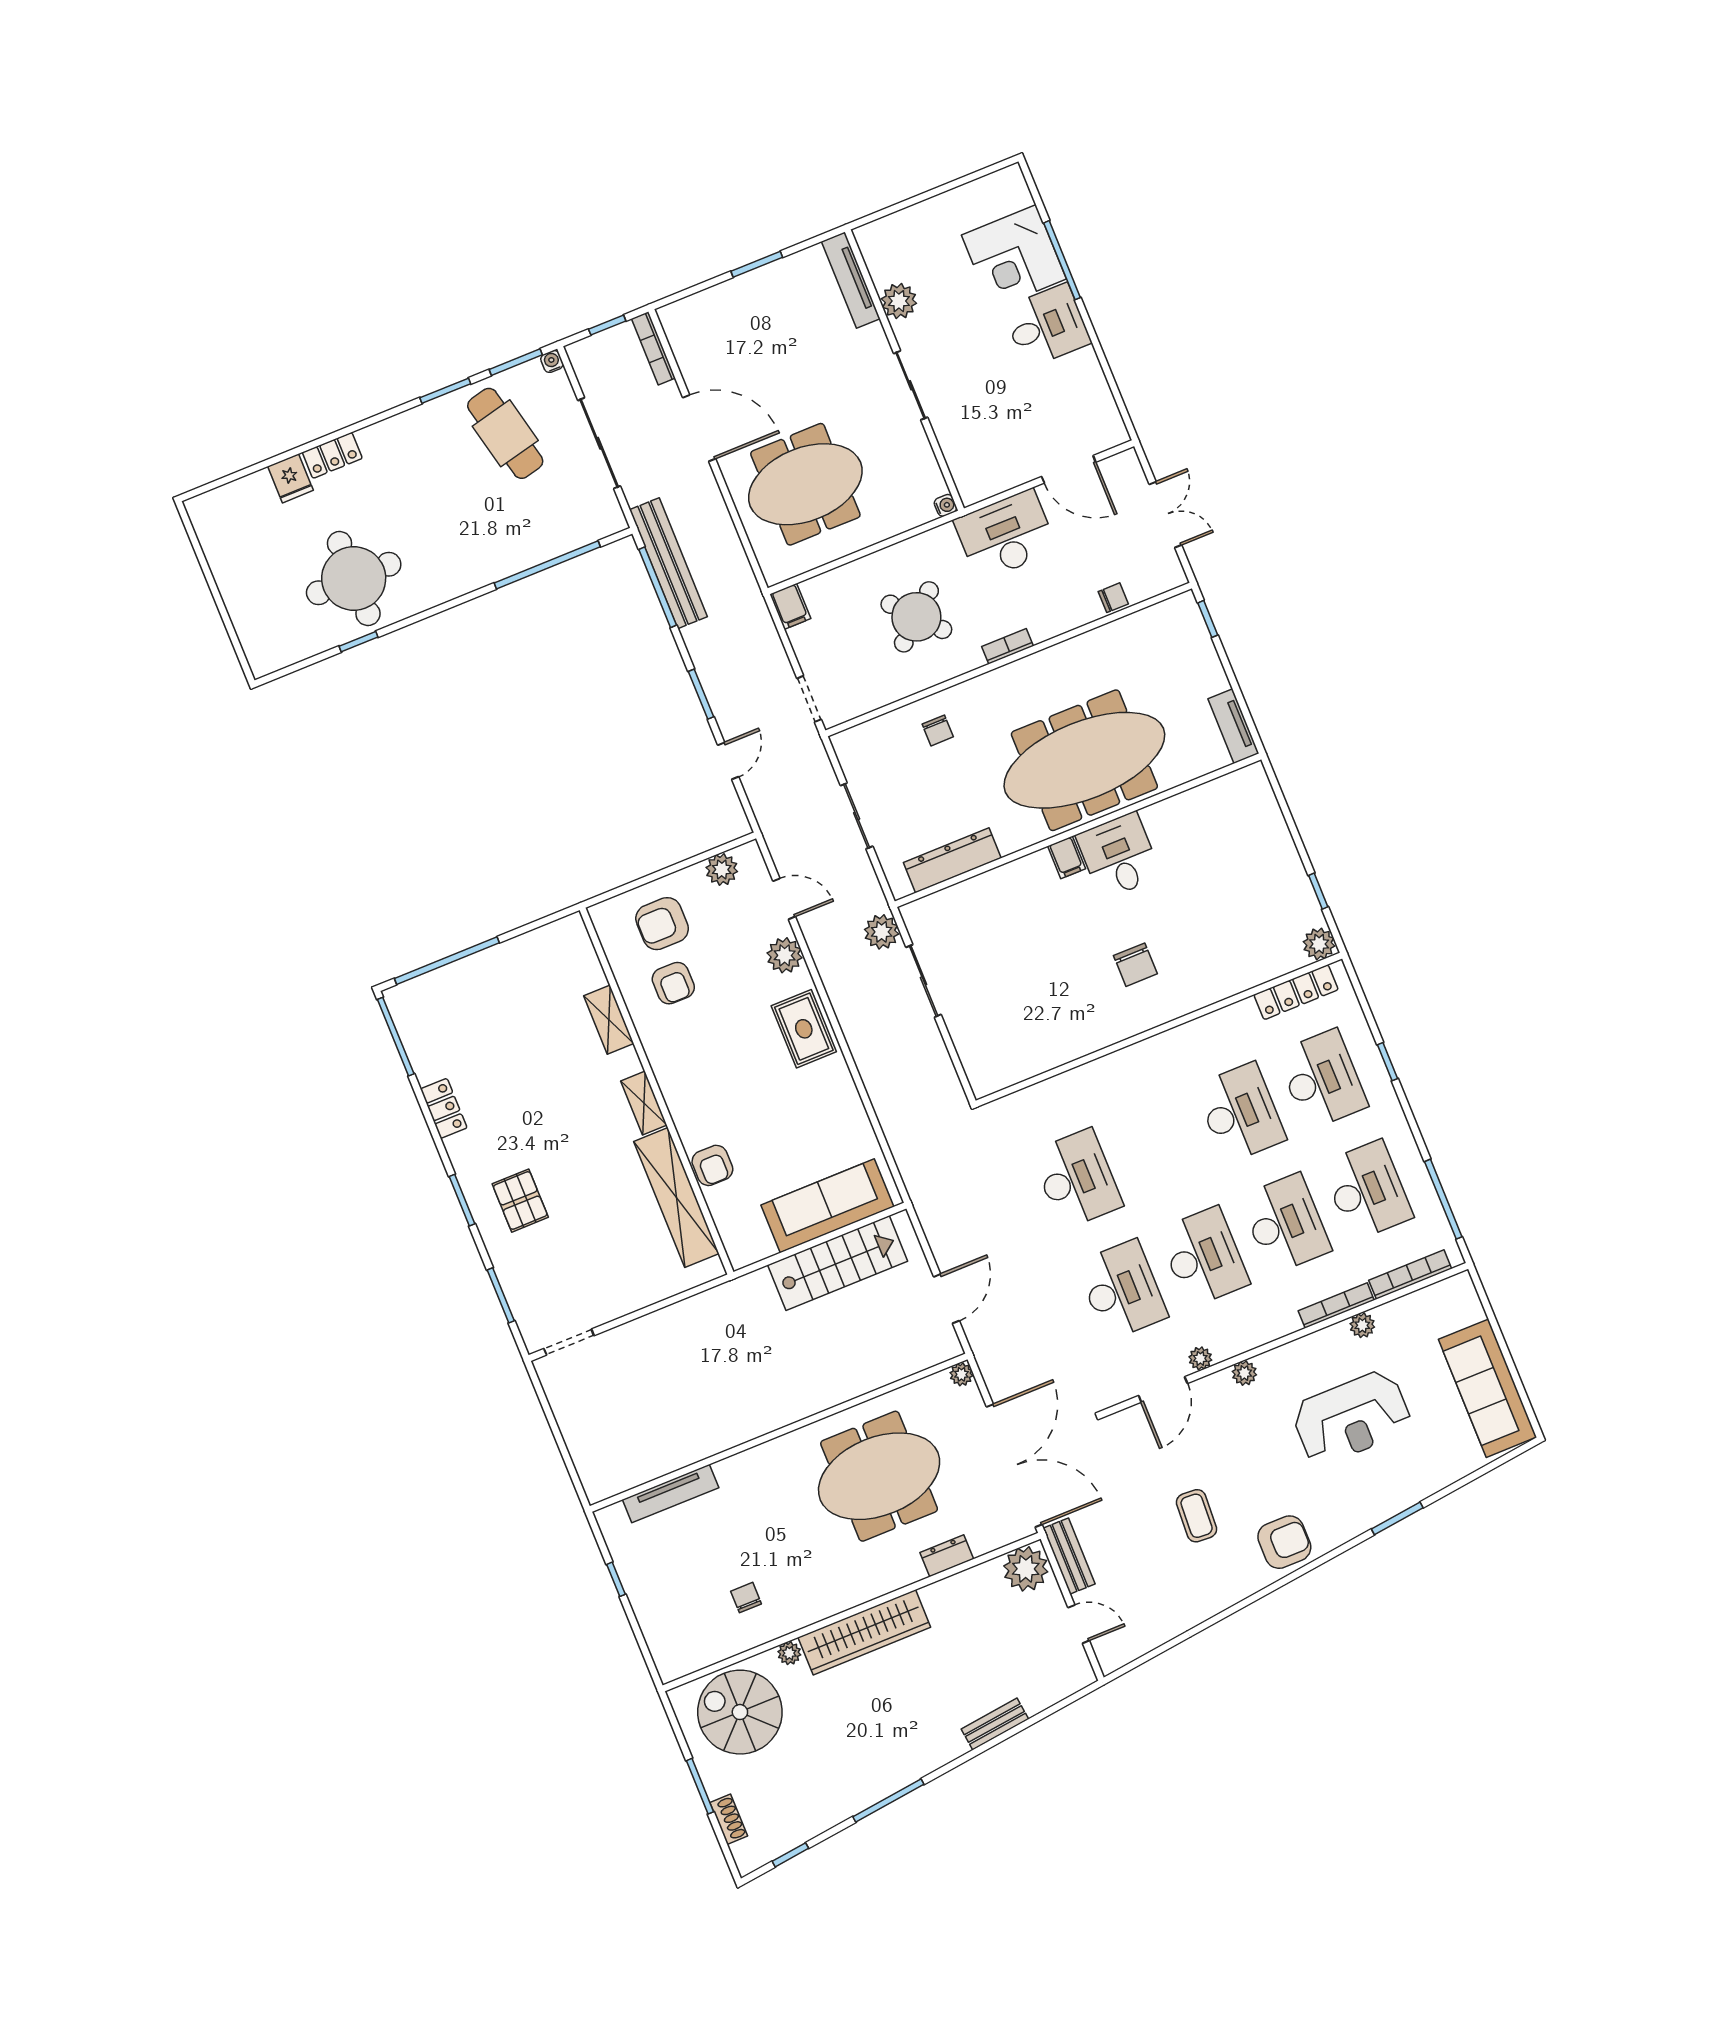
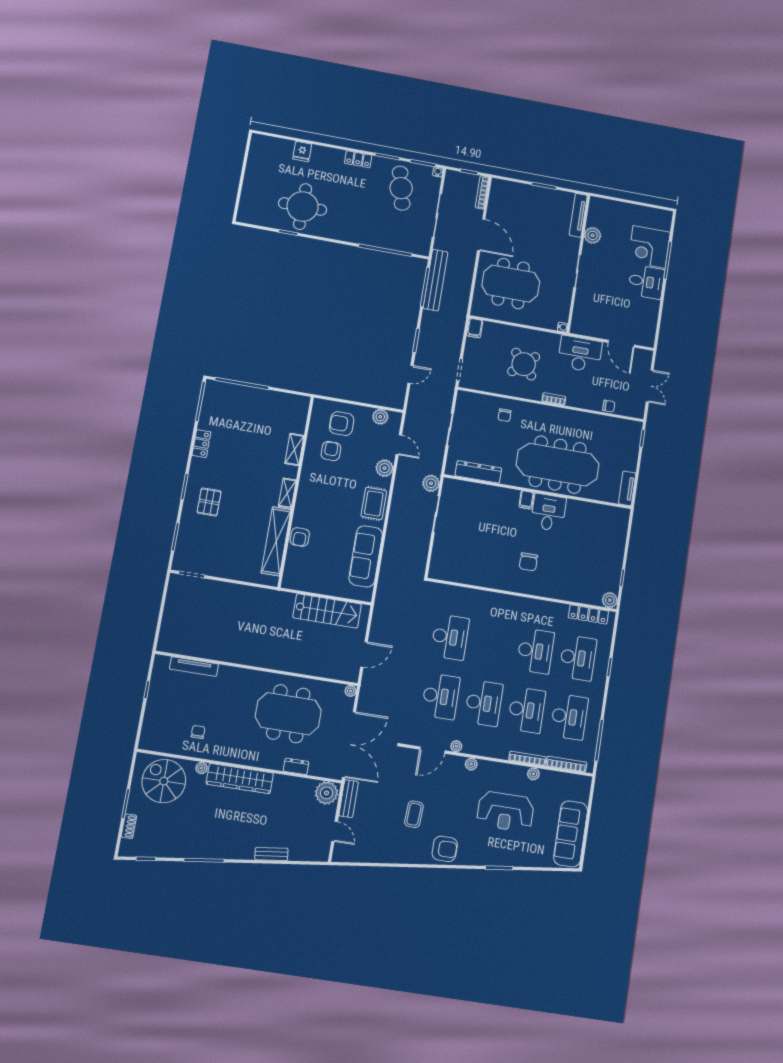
locker: (332, 455) -> (358, 159), moved
armchair: (673, 983) -> (331, 451), turned 180
sofa: (827, 1206) -> (366, 556), moved, turned -90

